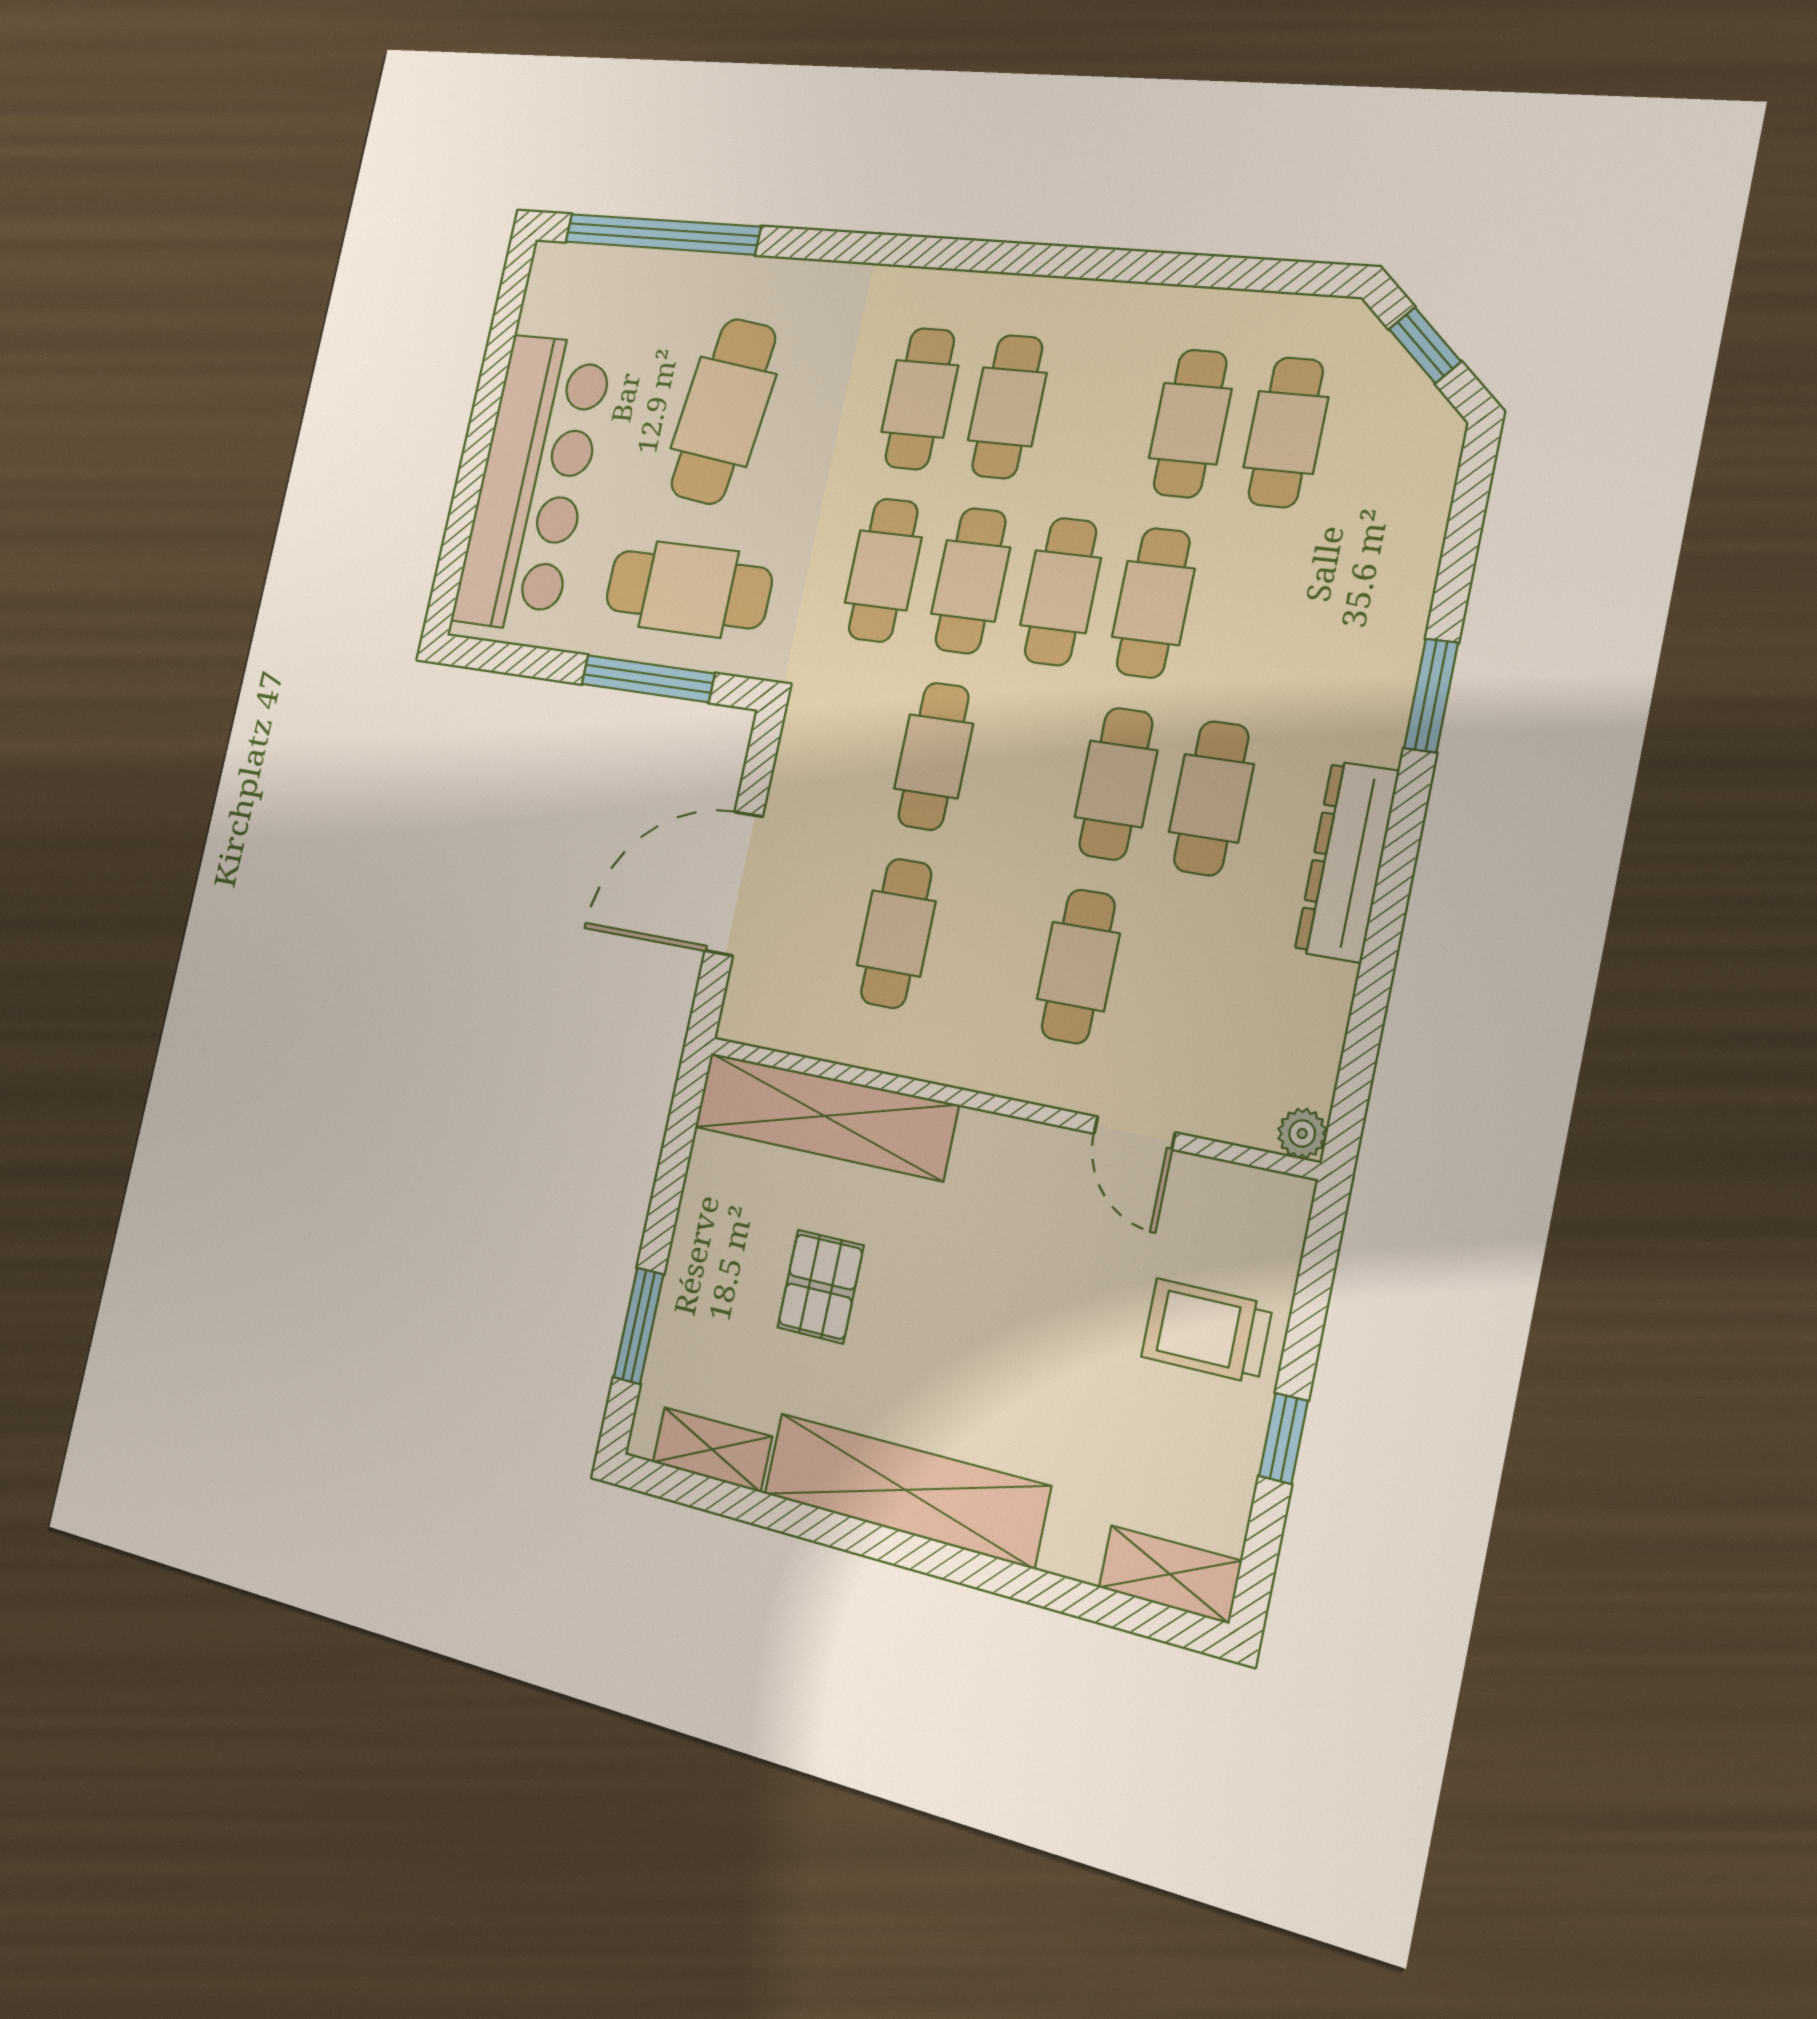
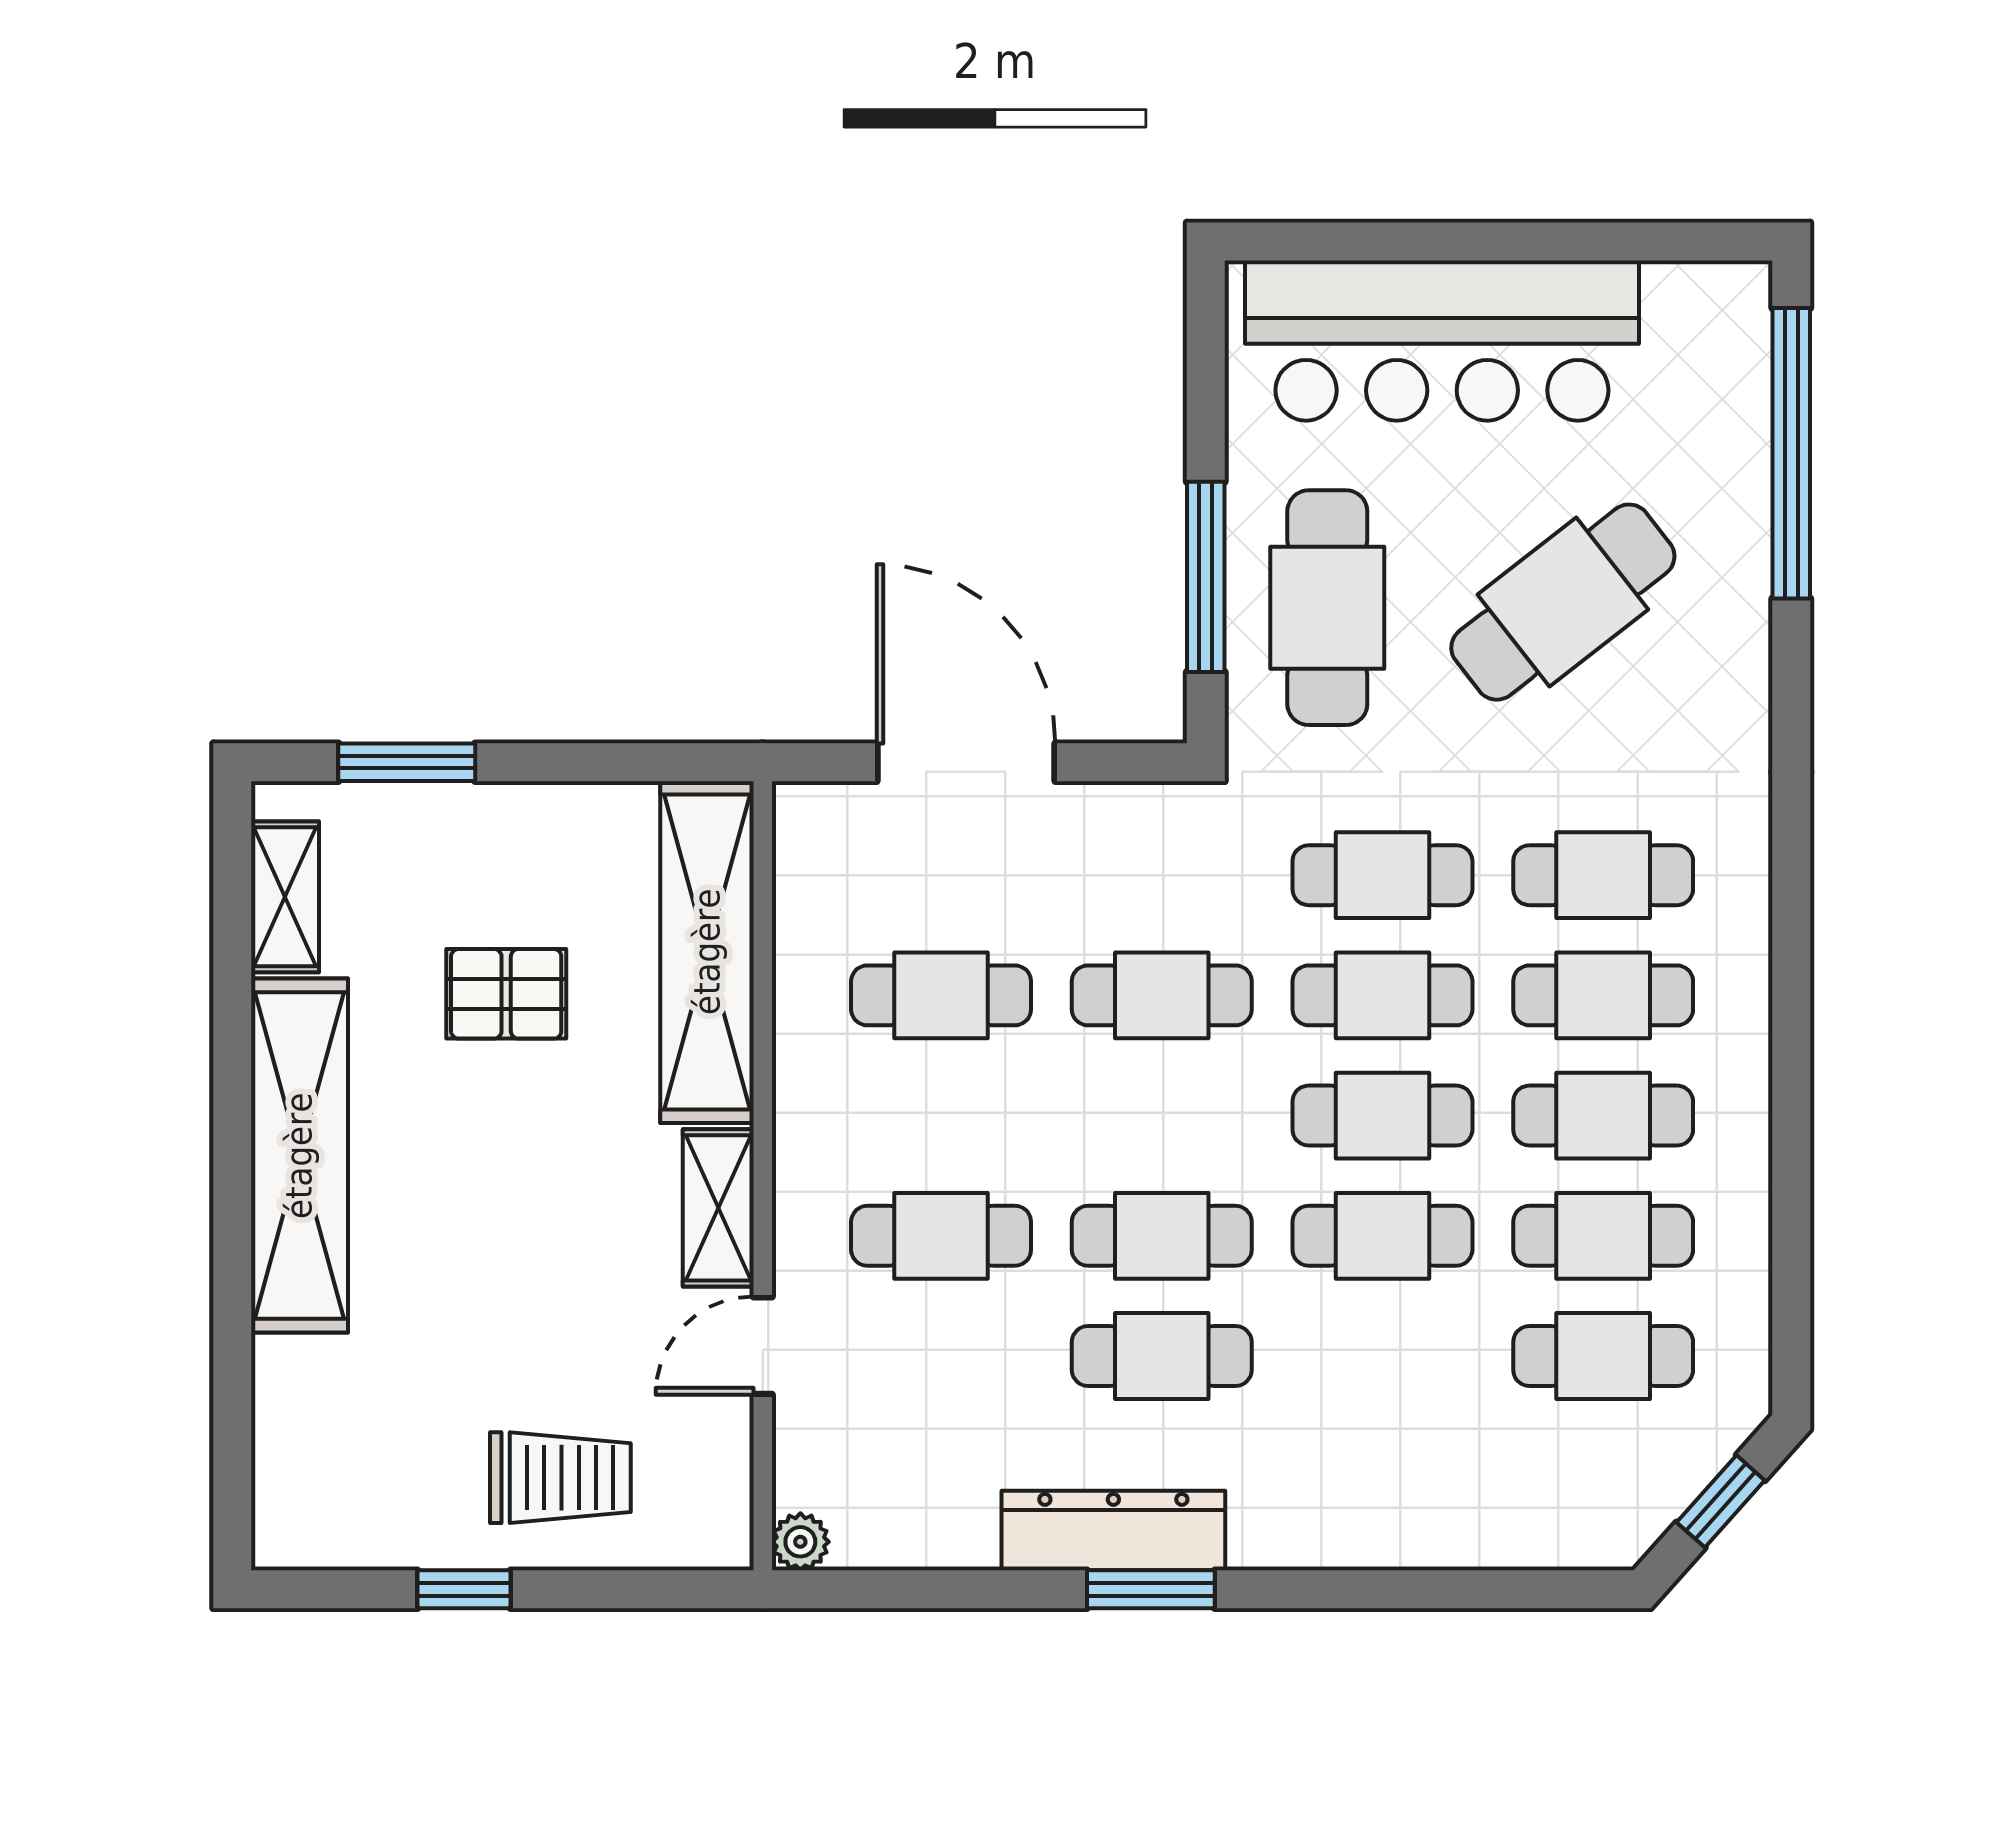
cafe table: (723, 411) -> (1563, 602), turned -45
cafe table: (1097, 415) -> (1603, 1116), added
window: (1431, 696) -> (1151, 1589), moved
trolley: (1207, 1331) -> (560, 1478), turned 90
shelving: (1170, 1574) -> (718, 1208), moved

